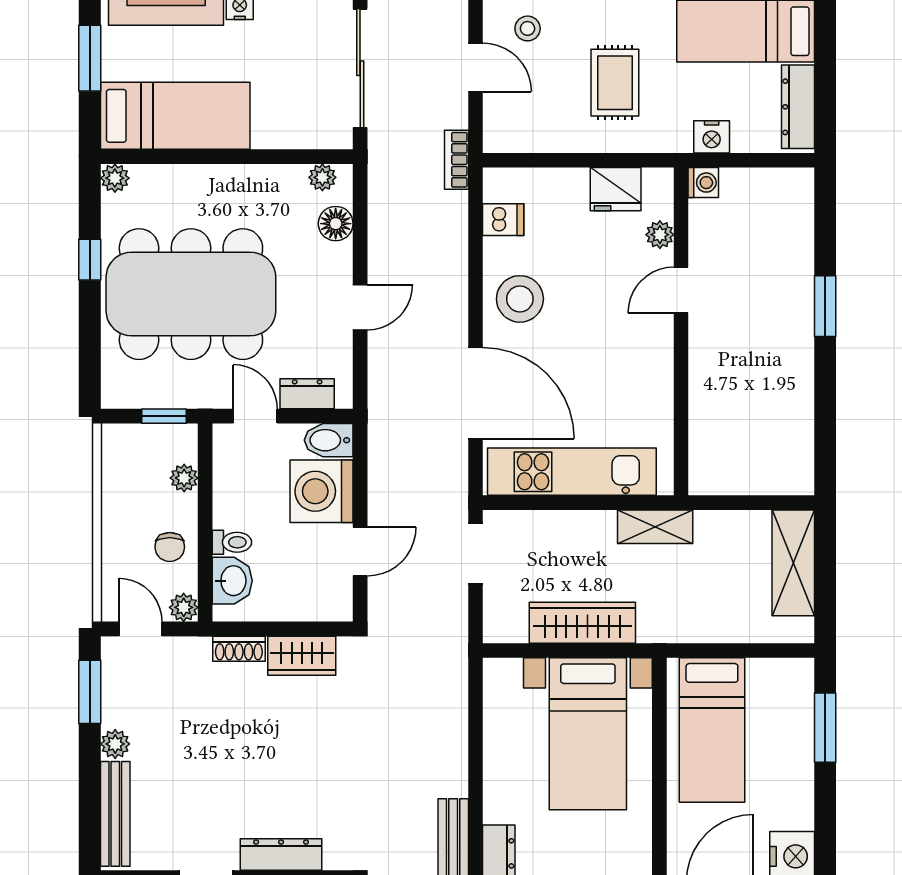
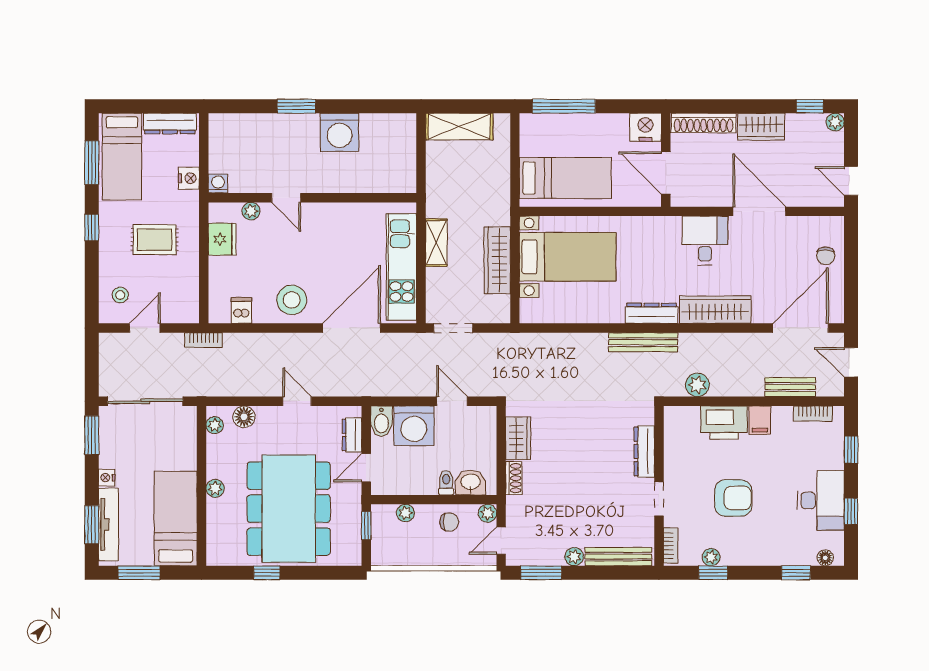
plant: (115, 178) -> (215, 488), moved
washing machine: (784, 374) -> (340, 132), added
shelving: (655, 527) -> (436, 243), moved
window: (825, 728) -> (564, 106), width x1.44

